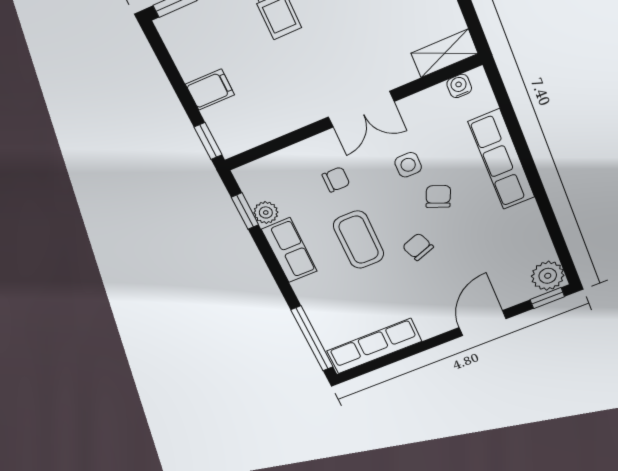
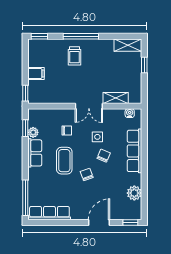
shelving: (445, 53) -> (116, 98), moved
plant: (548, 276) -> (134, 193), moved

